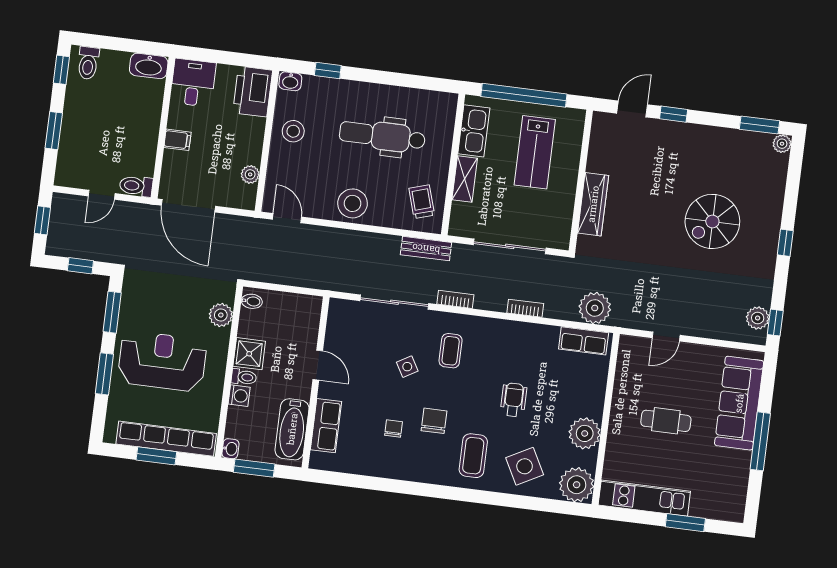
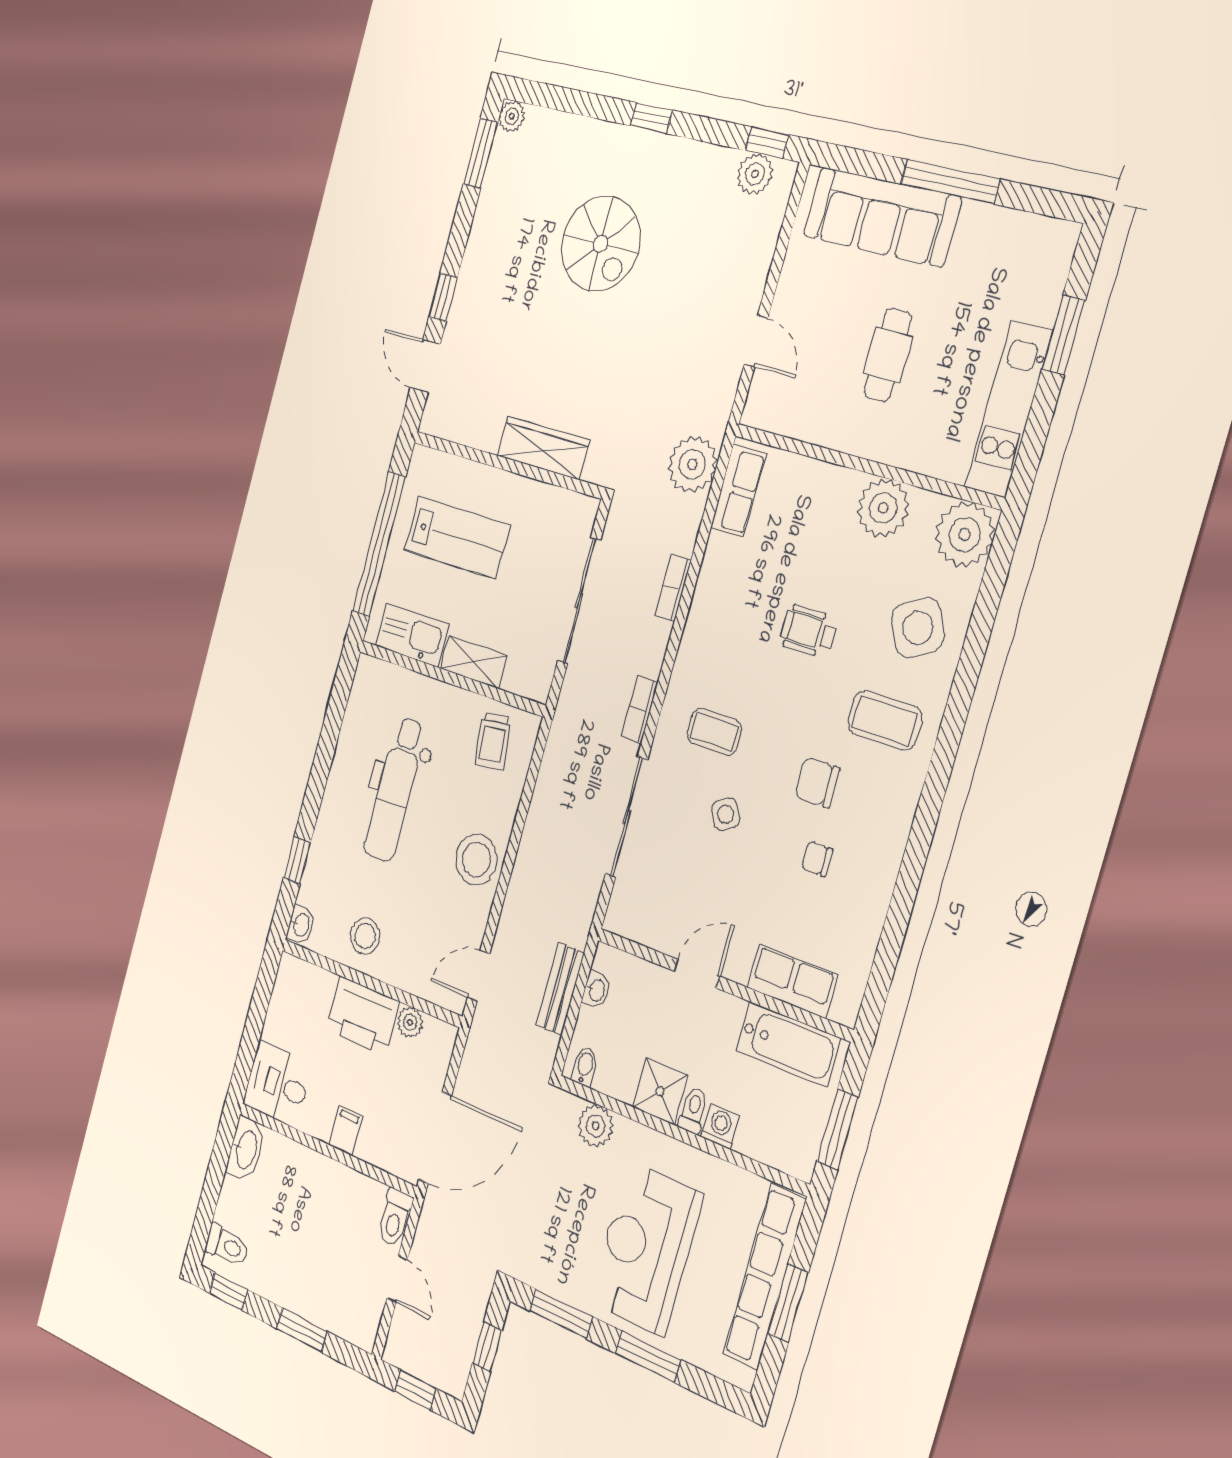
printer: (253, 92) -> (363, 1016), moved
trolley: (422, 202) -> (493, 741), turned -80
bench: (426, 249) -> (560, 989), moved
washbasin: (230, 449) -> (596, 990), moved, turned 90

